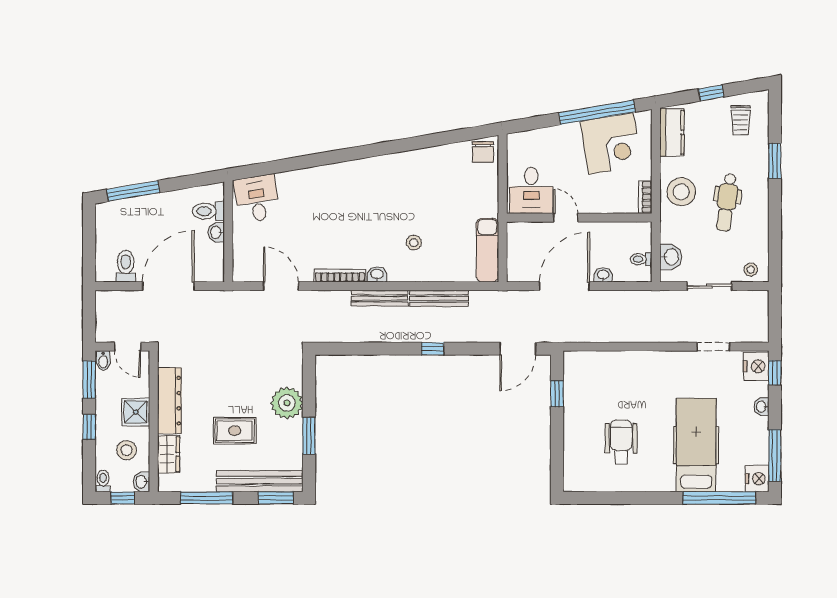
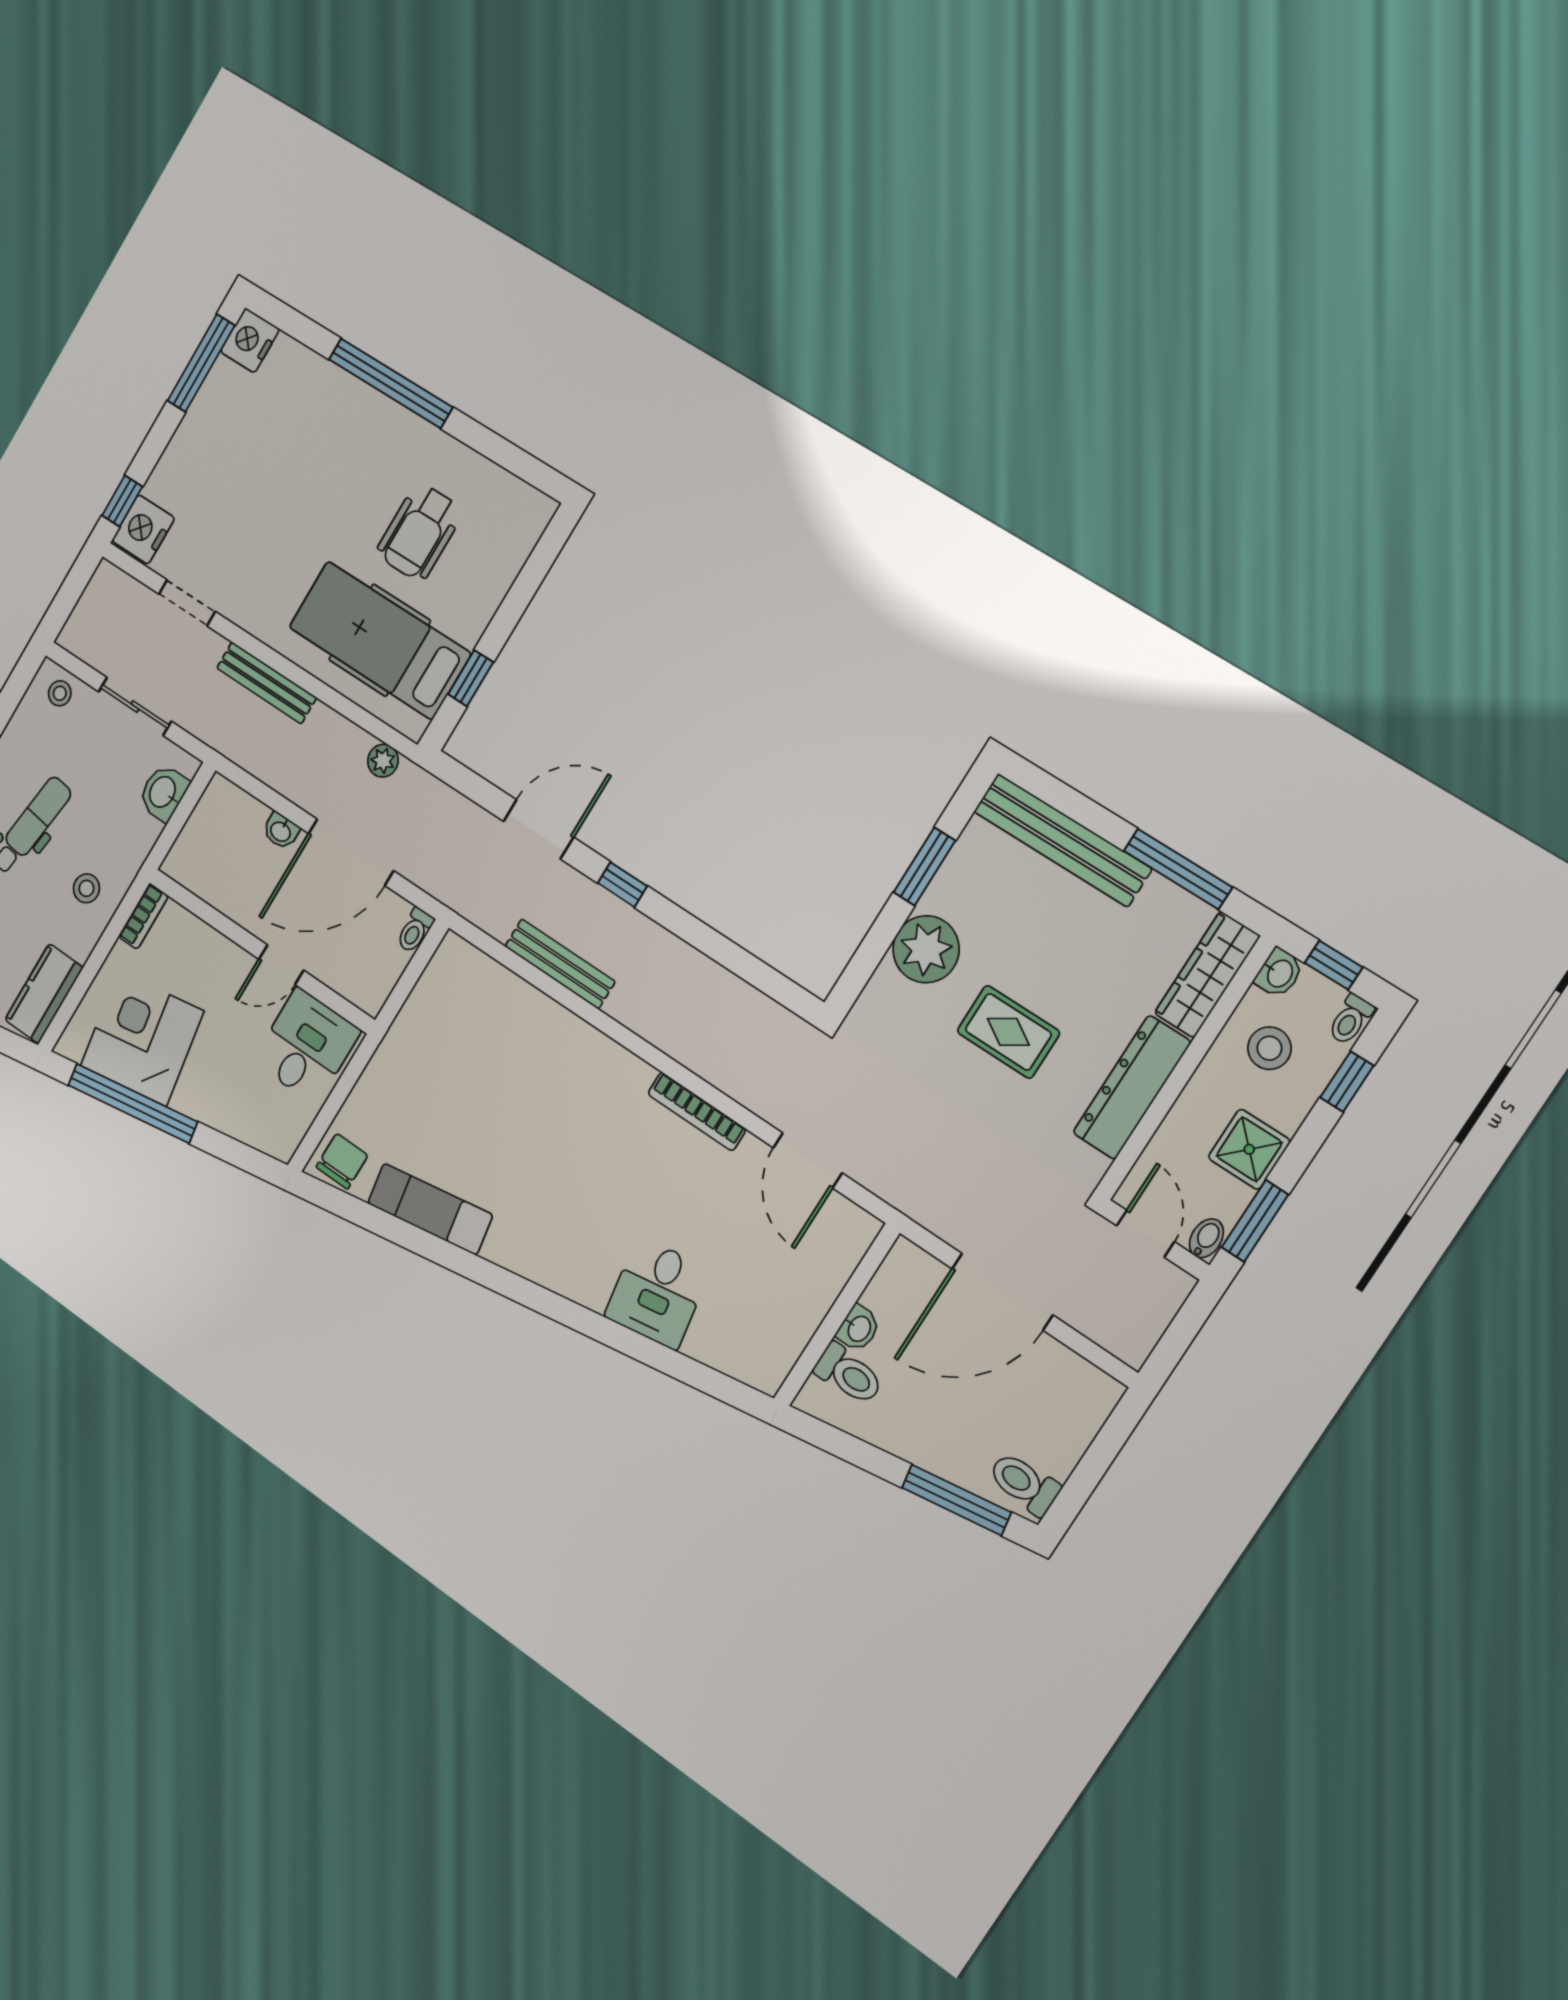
stool: (681, 192) -> (86, 888), width x0.53, depth x0.53
desk: (257, 199) -> (657, 1293), moved
door: (566, 218) -> (281, 965), hinge flipped
stool: (414, 243) -> (542, 1086), removed
exam couch: (487, 250) -> (430, 1209), moved, turned -100
toilet: (641, 259) -> (415, 930), moved, turned 90
toilet: (126, 266) -> (1024, 1484), moved, turned 90
washbasin: (377, 274) -> (635, 1072), removed
bench: (380, 298) -> (266, 683), moved
plant: (575, 334) -> (383, 761), added
door: (518, 349) -> (538, 829), moved
washbasin: (761, 407) -> (174, 457), removed
shower: (136, 412) -> (1249, 1149), moved
window: (89, 427) -> (1347, 1082), moved
rug: (235, 431) -> (1008, 1032), moved
hospital bed: (696, 445) -> (380, 640), moved, turned 90
wardrobe: (169, 454) -> (1207, 975), width x1.50
window: (276, 498) -> (1053, 792), removed
window: (719, 498) -> (391, 383), moved

